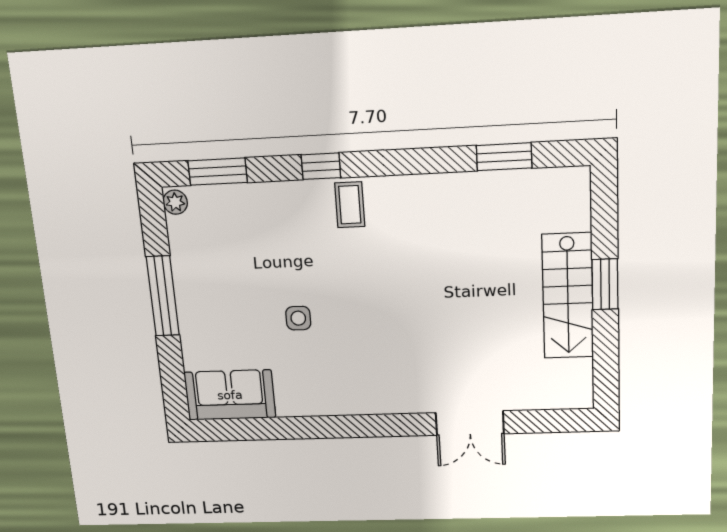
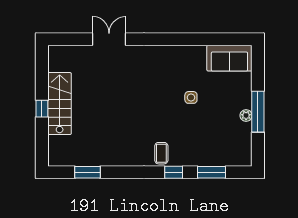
window: (218, 172) -> (211, 172), moved
plant: (175, 202) -> (246, 115), moved
window: (605, 284) -> (42, 109), width x0.67

